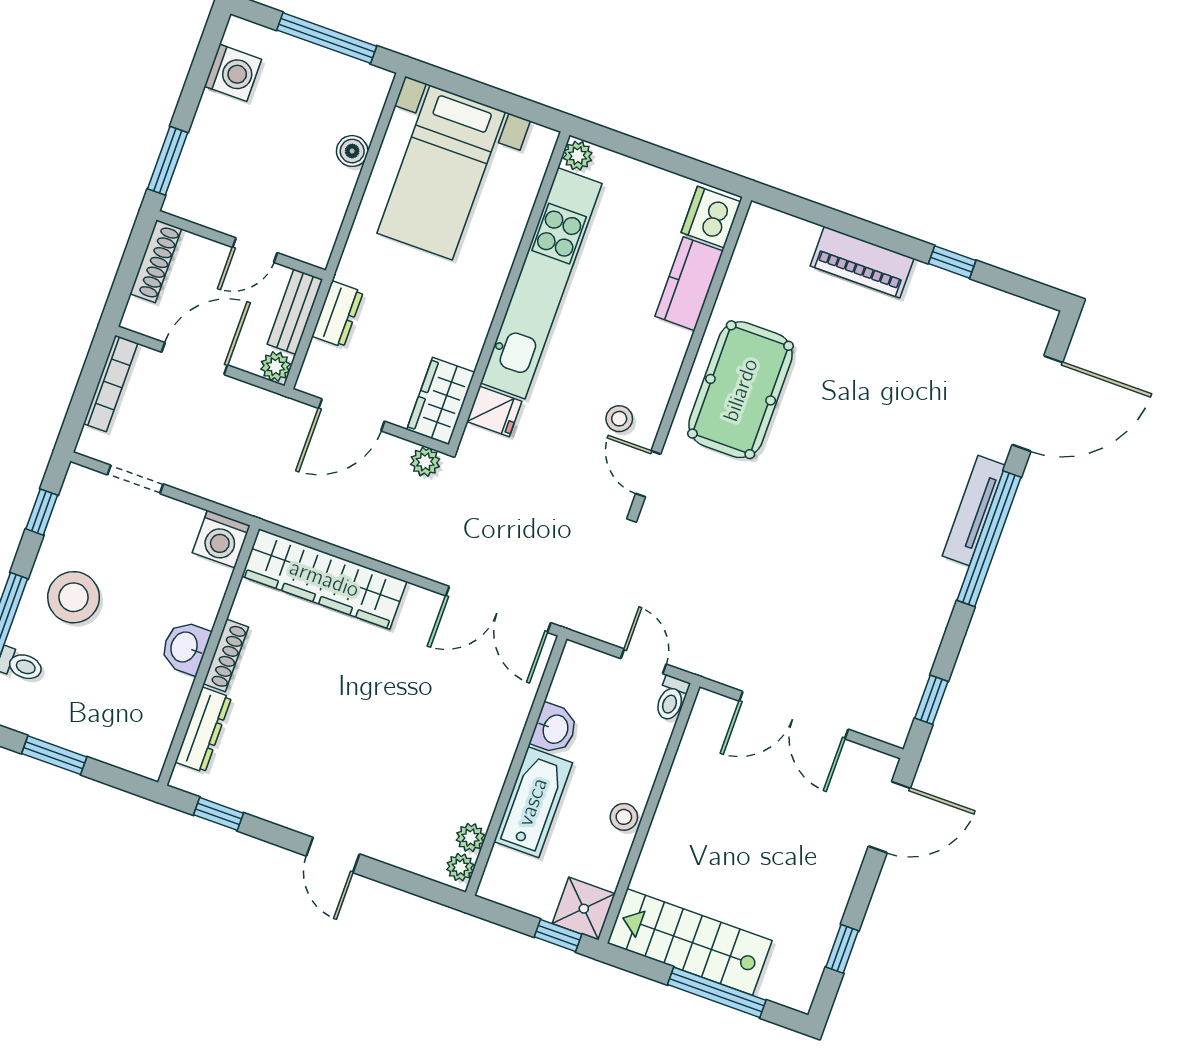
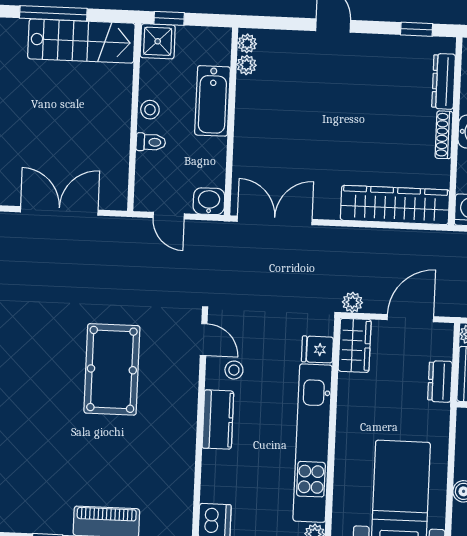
kitchen counter: (689, 284) -> (218, 420), moved
pool table: (741, 390) -> (112, 369), moved
toilet: (672, 699) -> (151, 142), moved, turned 90
washbasin: (554, 729) -> (209, 201), moved, turned 90

